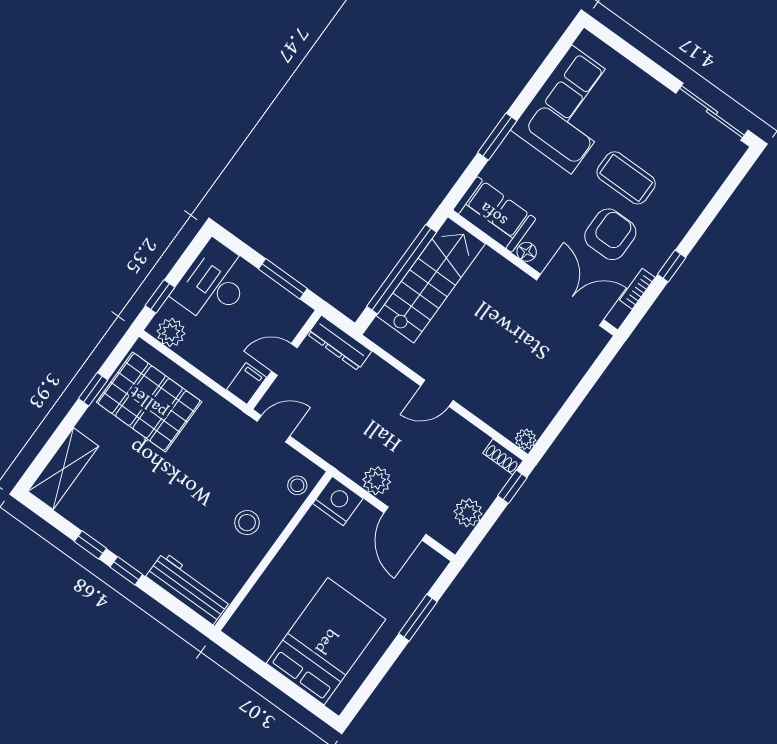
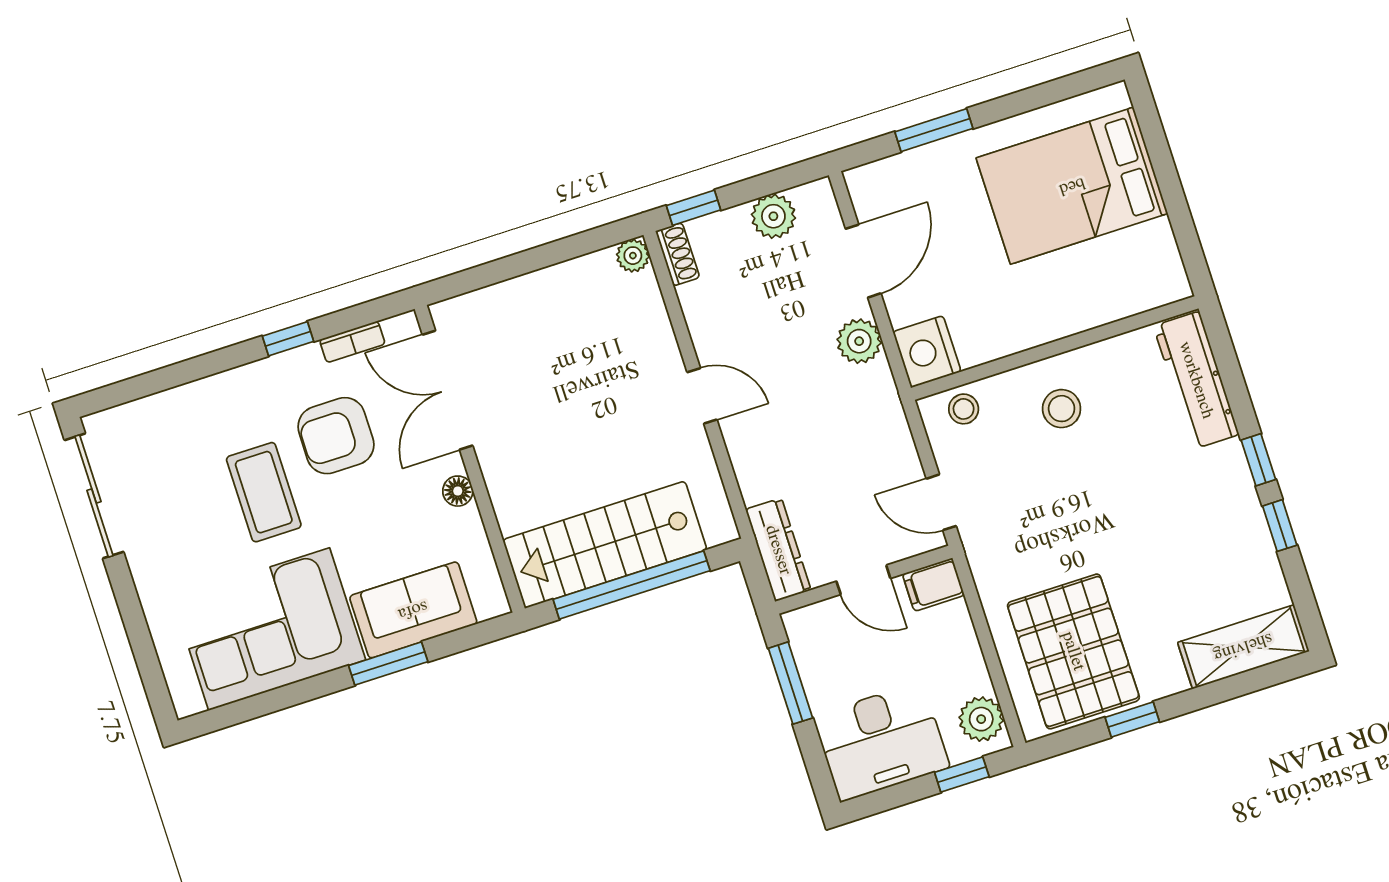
sofa: (494, 214) -> (413, 610), moved, turned 90

